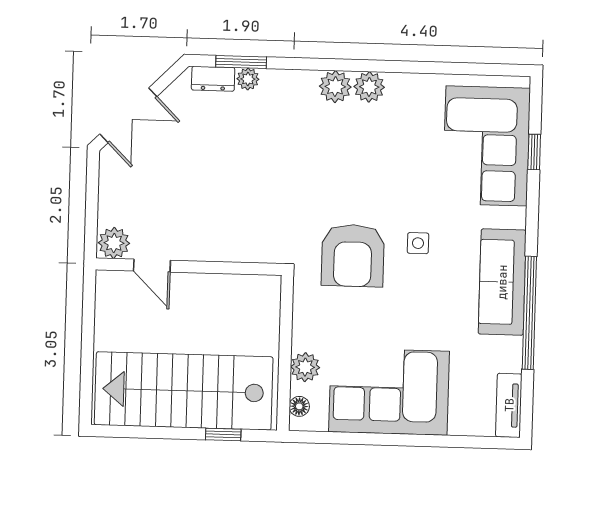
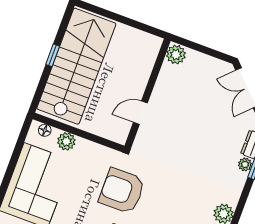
door: (152, 266) -> (140, 113), moved
window: (223, 434) -> (53, 55), moved

